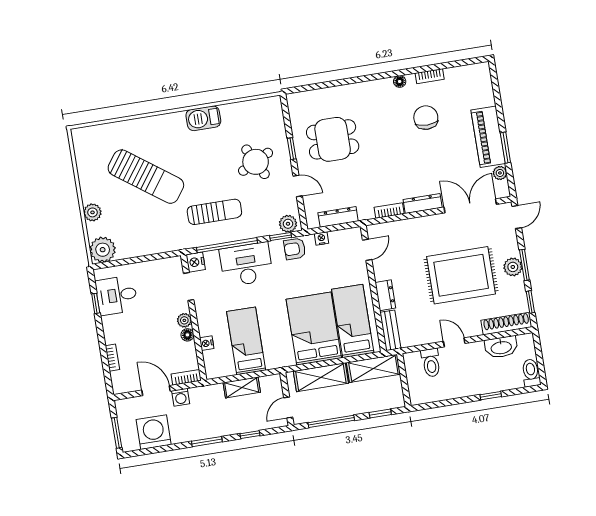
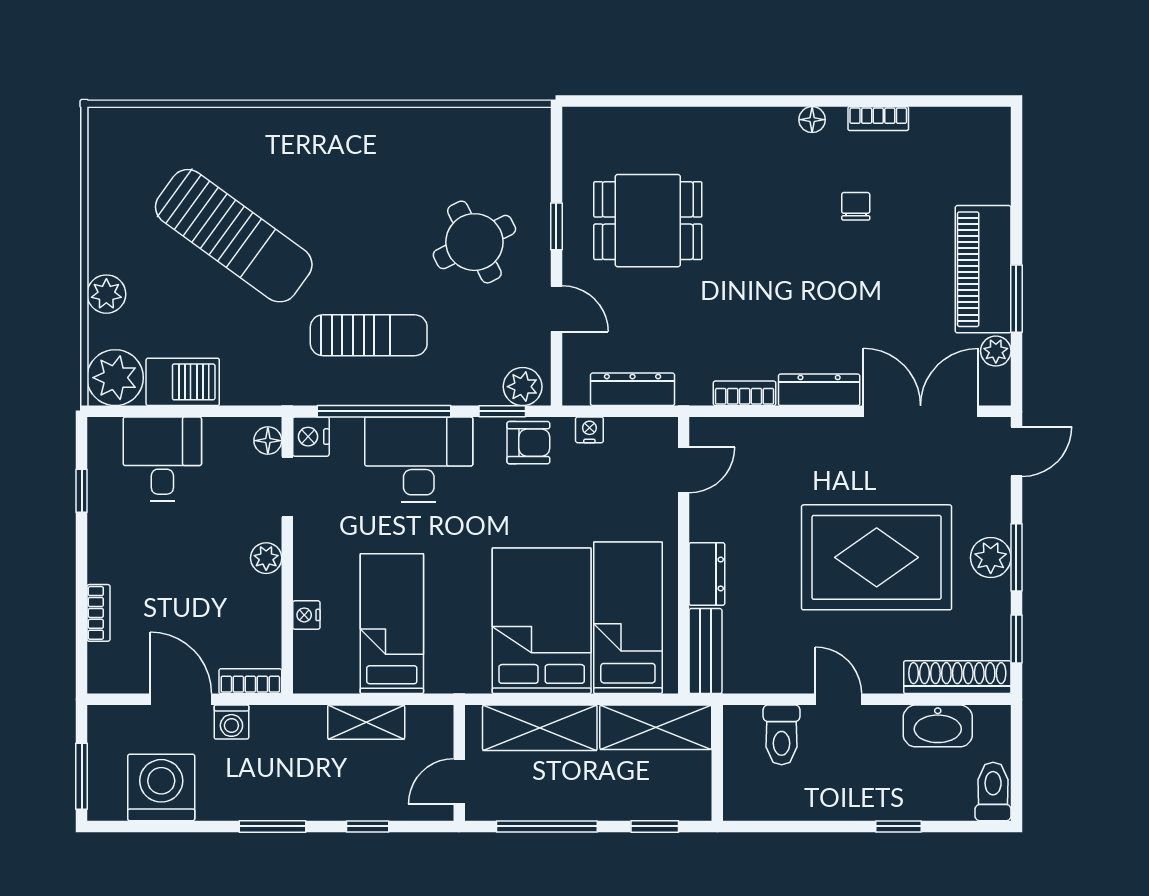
barbecue: (203, 118) -> (183, 382), moved, turned 180
chair: (426, 118) -> (856, 206), width x0.54, depth x0.54
armchair: (295, 249) -> (528, 443), turned 180
desk: (117, 295) -> (162, 459), moved, turned 90
floor lamp: (187, 335) -> (268, 441), moved

